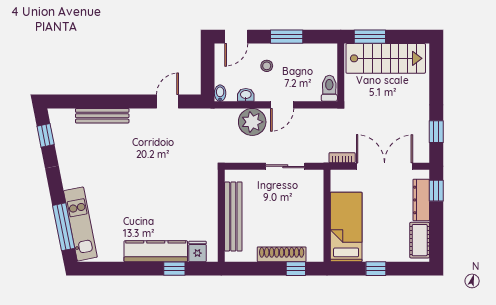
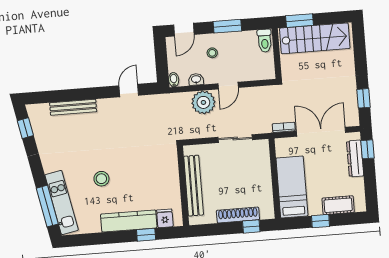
toilet: (329, 88) -> (265, 41), moved, turned 180
stool: (128, 200) -> (101, 179), added
cot: (420, 240) -> (338, 205), moved, turned 90

